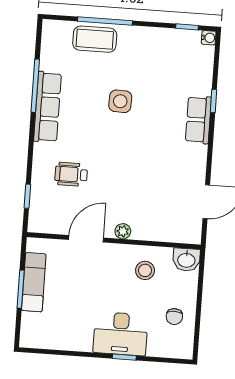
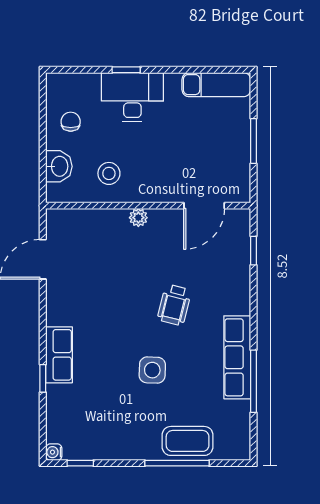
wheelchair: (71, 174) -> (174, 305), moved, turned 104
door: (86, 239) -> (204, 206), moved
washbasin: (186, 260) -> (59, 166), moved, turned 90
exam couch: (34, 282) -> (216, 85), moved, turned -90

